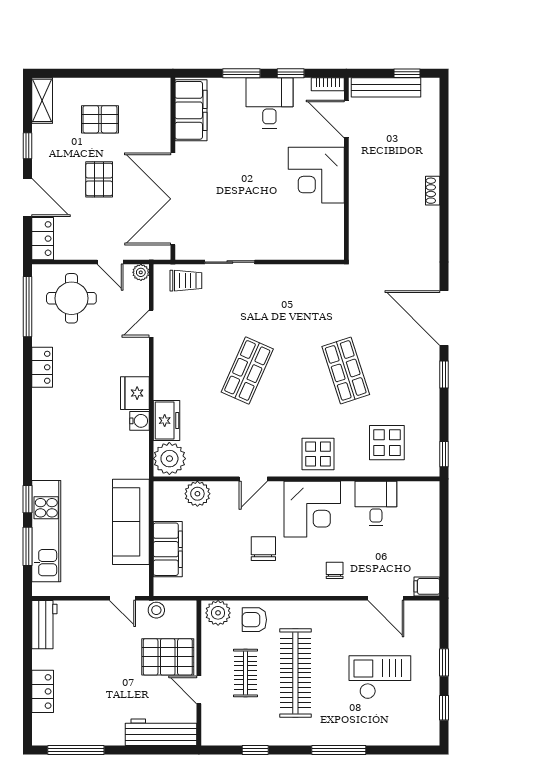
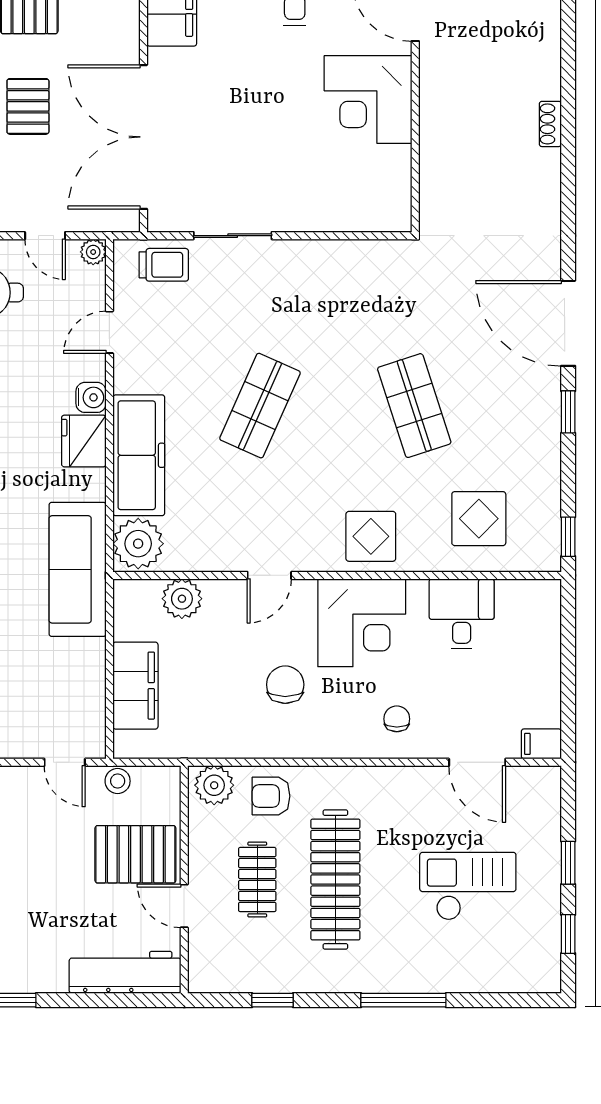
water cooler: (139, 421) -> (91, 397), moved
freezer: (166, 421) -> (139, 455), width x1.91, depth x1.26
sofa: (131, 522) -> (78, 569), moved

